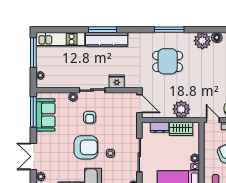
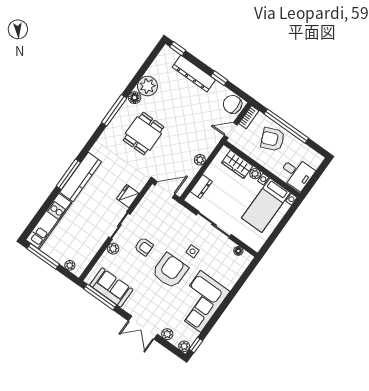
floor lamp: (217, 37) -> (135, 98), moved
plant: (181, 109) -> (200, 160), width x0.53, depth x0.53
wardrobe: (181, 129) -> (237, 164), moved, turned 90

